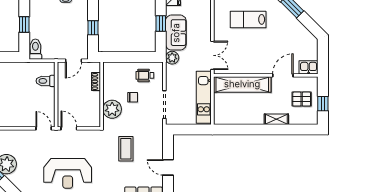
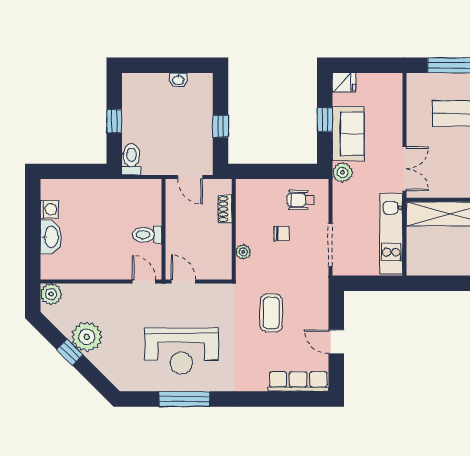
door: (73, 61) -> (190, 177), hinge flipped
toilet: (46, 81) -> (147, 235), moved
plant: (112, 109) -> (243, 252), width x0.53, depth x0.53

